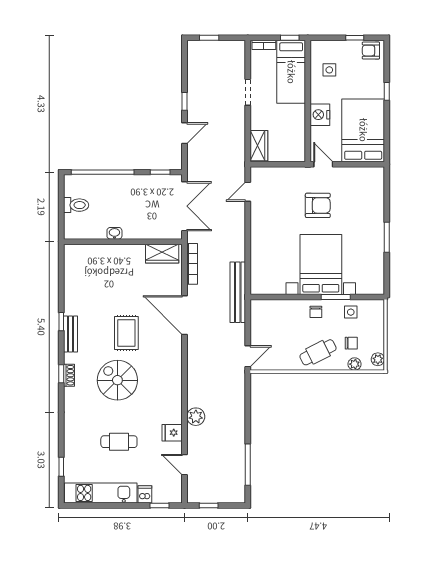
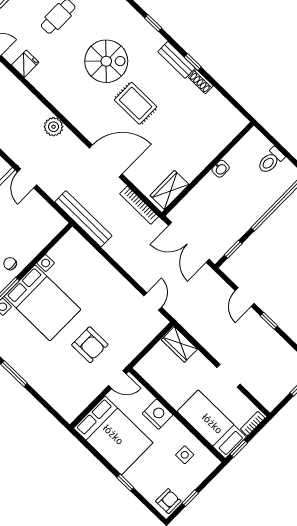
armchair: (318, 205) -> (90, 345), turned -90
shoe rack: (69, 375) -> (201, 82), moved
plant: (196, 417) -> (54, 127), moved

